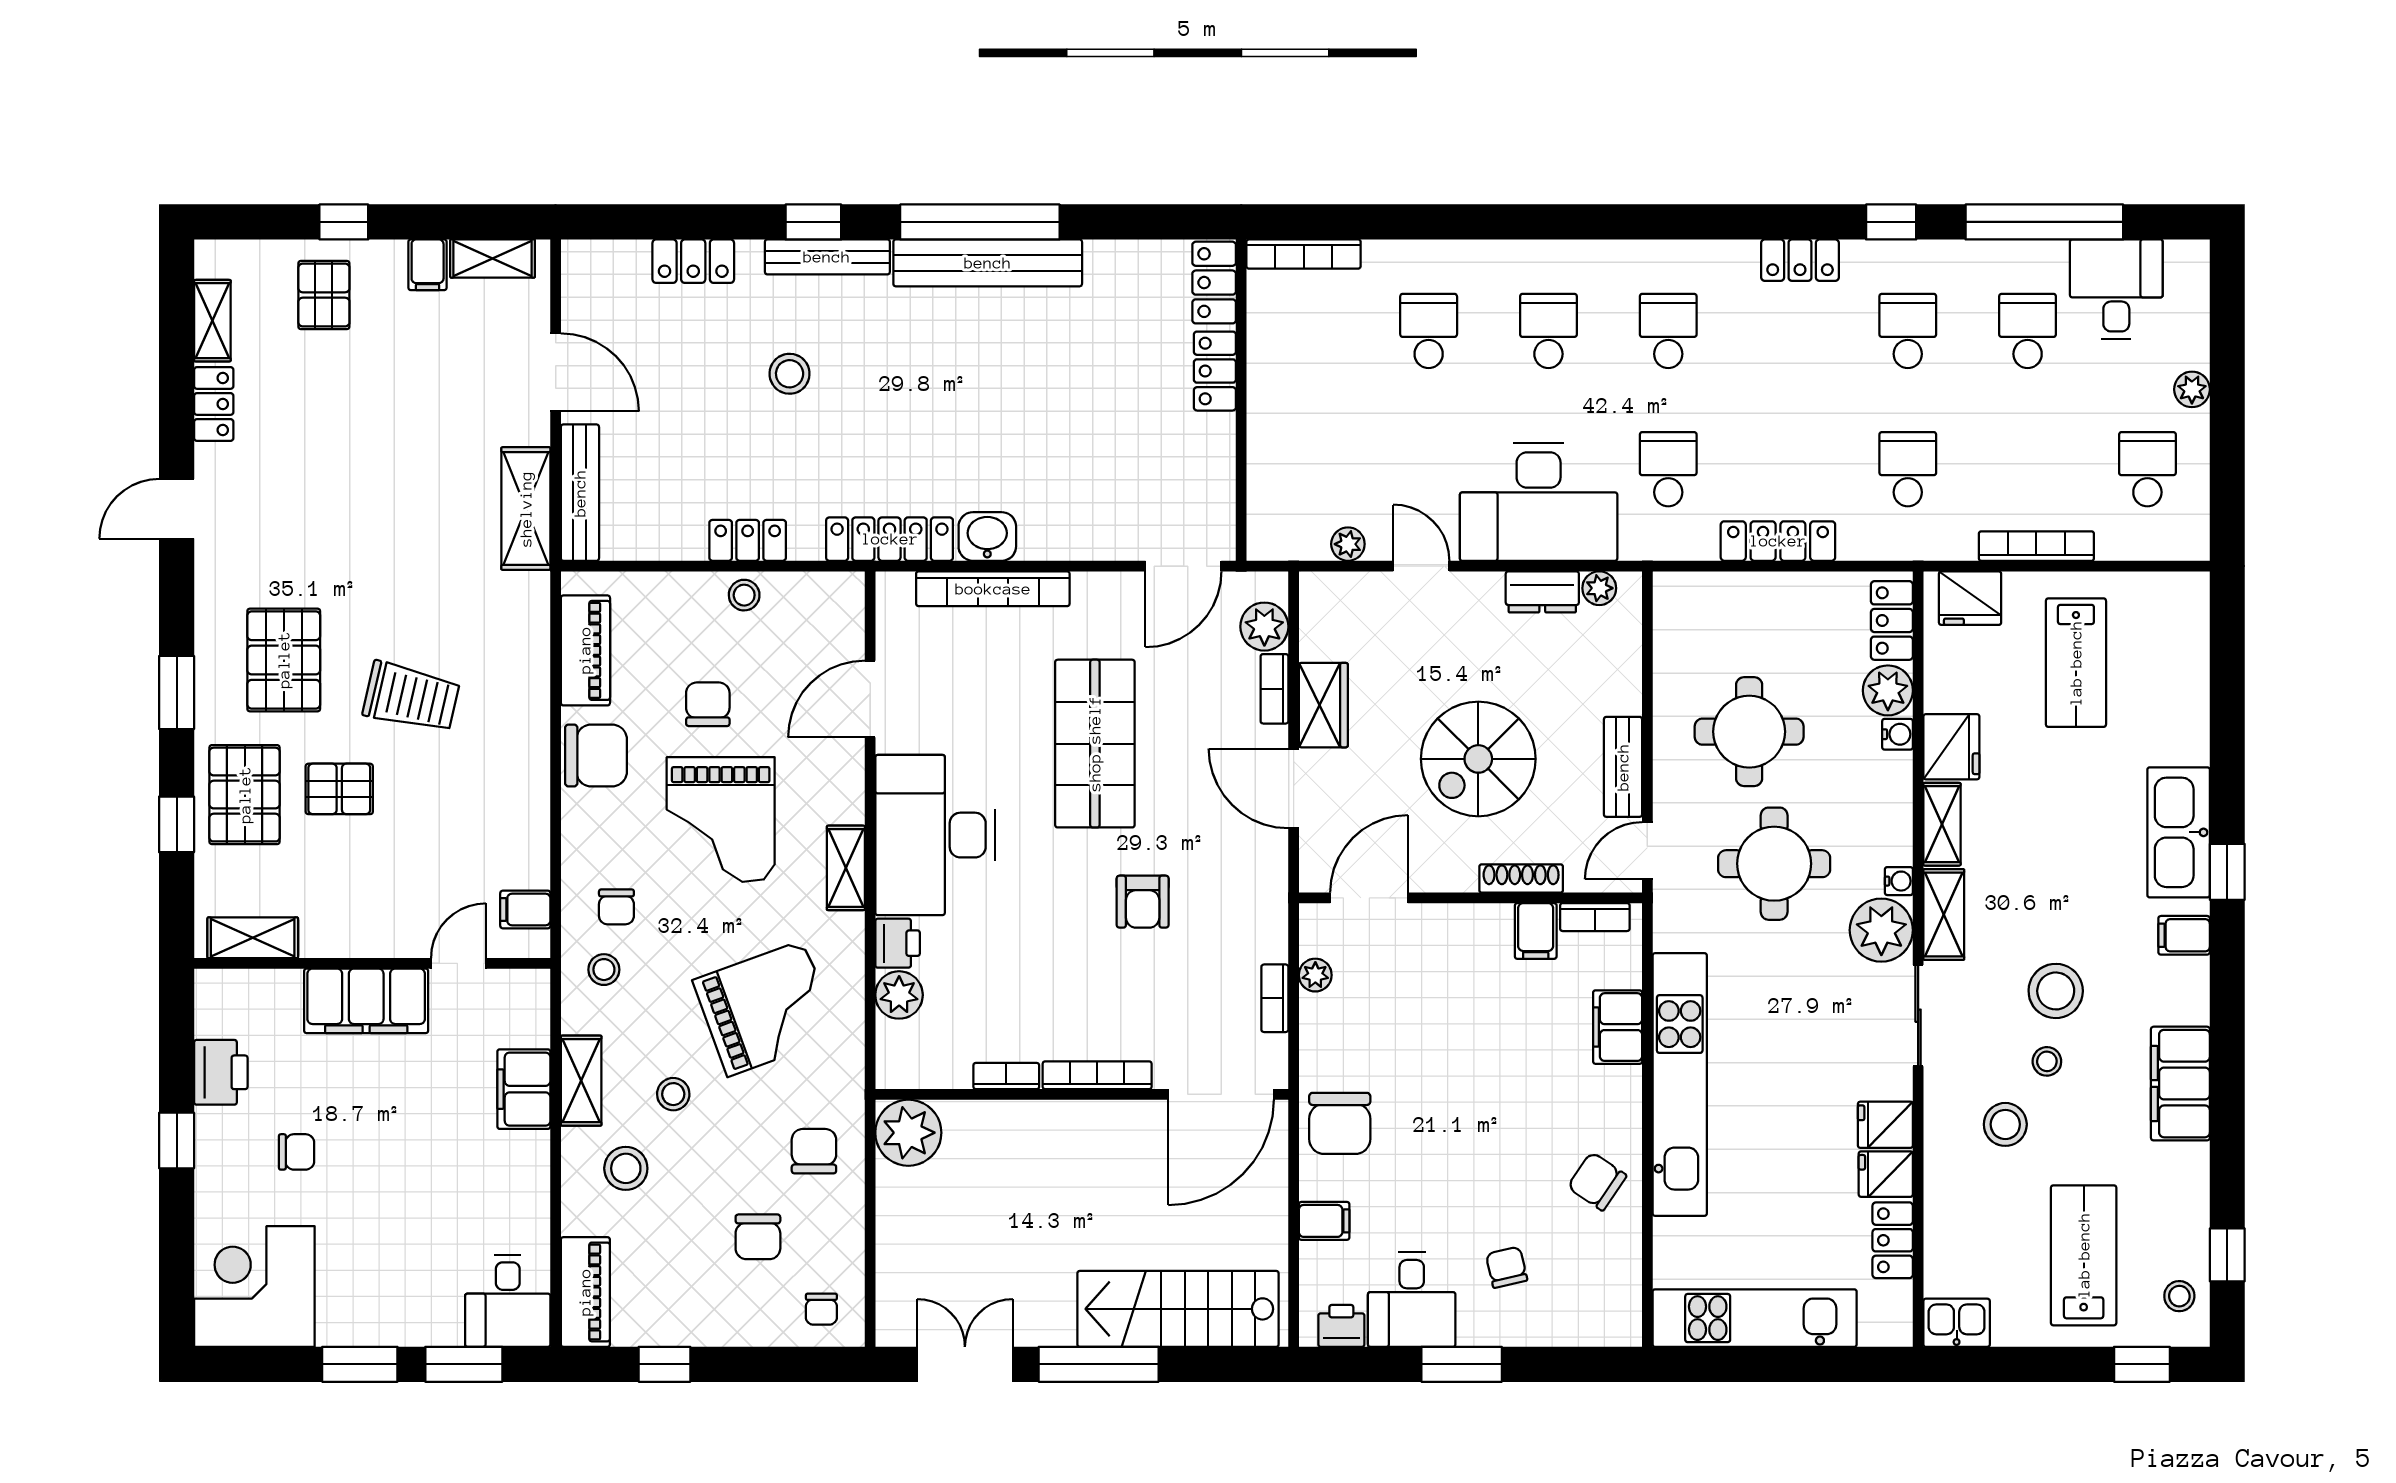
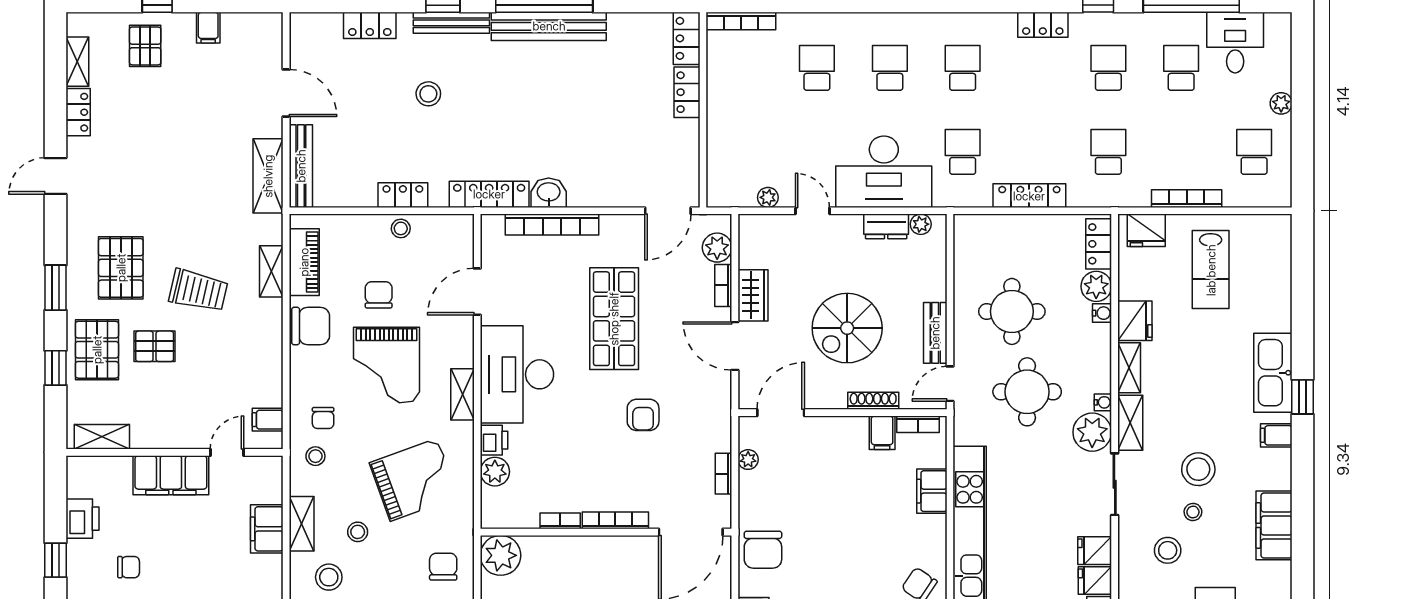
shelving: (493, 258) -> (271, 271), moved, turned 90

